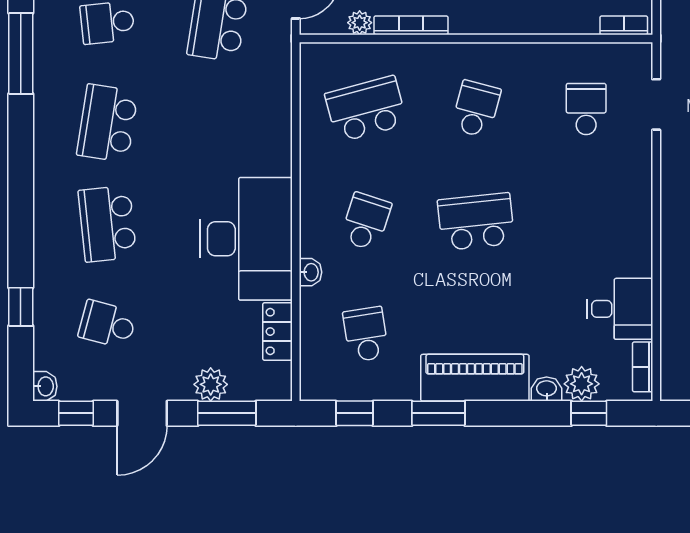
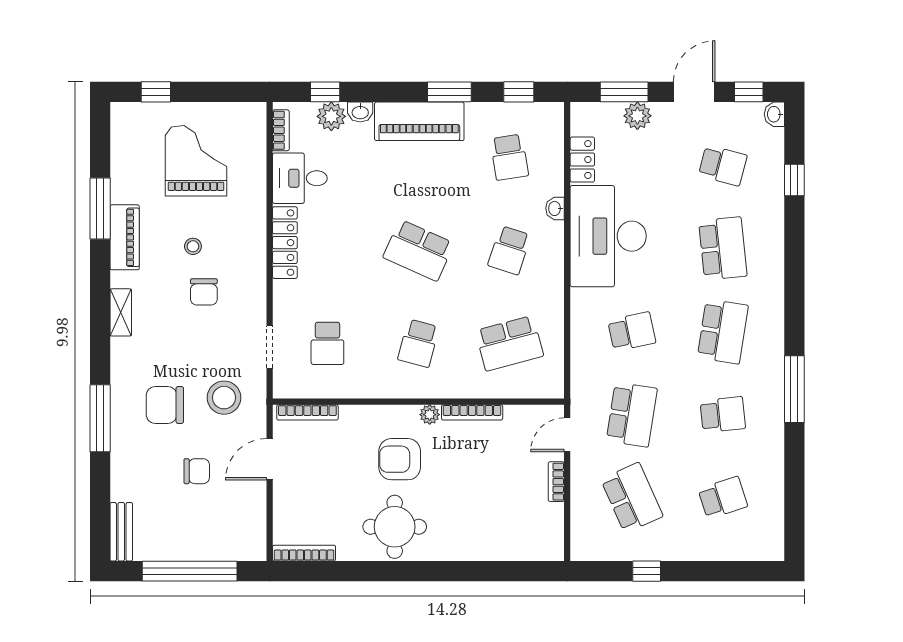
plant: (360, 23) -> (430, 415), moved
bookcase: (624, 25) -> (307, 412), width x1.56
school desk: (218, 123) -> (632, 332), added
school desk: (476, 222) -> (418, 250), turned 30
locker: (638, 231) -> (285, 243), added

